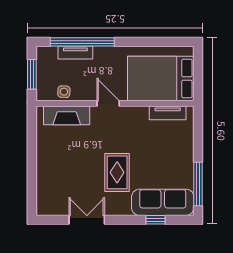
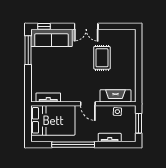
window: (82, 42) -> (73, 145), moved
rug: (117, 172) -> (102, 58), moved
double door: (87, 220) -> (86, 26), moved
window: (156, 220) -> (44, 26), moved

